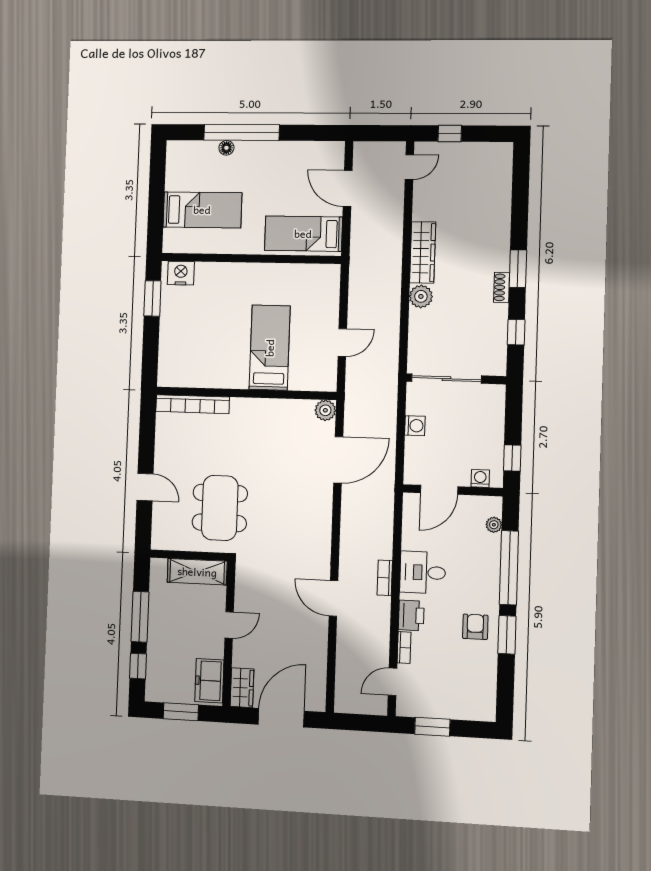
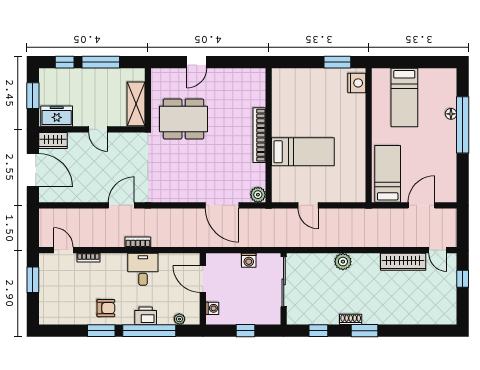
wardrobe: (423, 252) -> (403, 262), moved
bookcase: (193, 404) -> (259, 135), moved
window: (512, 458) -> (246, 331), moved
printer: (411, 615) -> (146, 316), moved, turned 180

